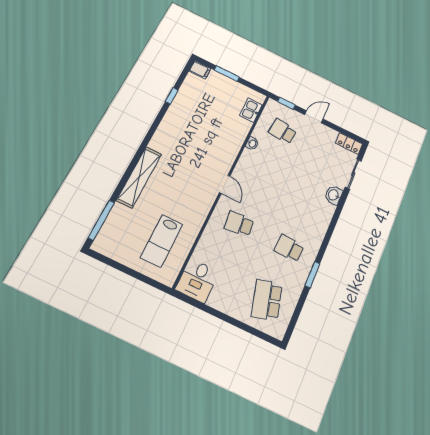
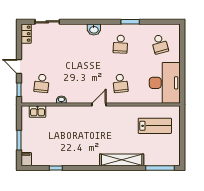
washbasin: (334, 195) -> (94, 29), moved
desk: (197, 281) -> (165, 83), width x1.87, depth x1.30
school desk: (267, 300) -> (160, 44), width x0.54

